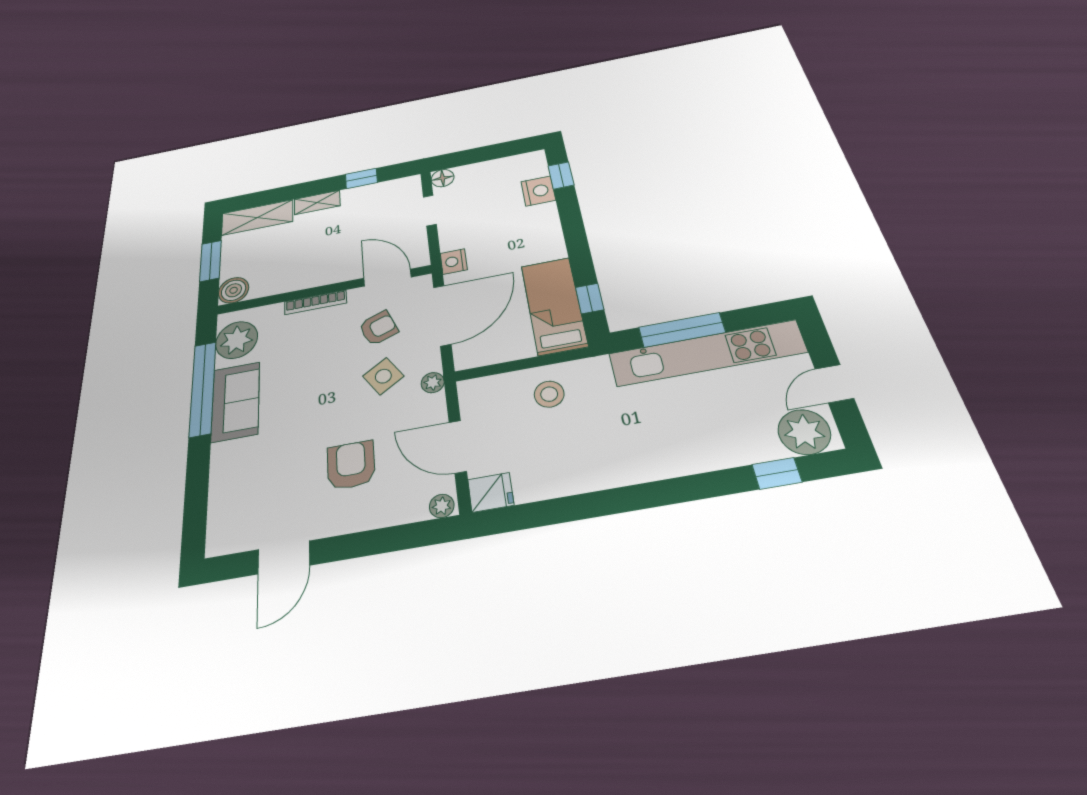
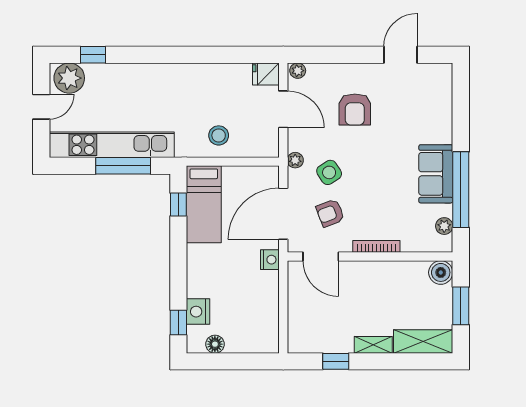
floor lamp: (443, 178) -> (215, 344), moved
doorway: (430, 210) -> (283, 313), removed
plant: (237, 340) -> (444, 226), width x0.53, depth x0.53

